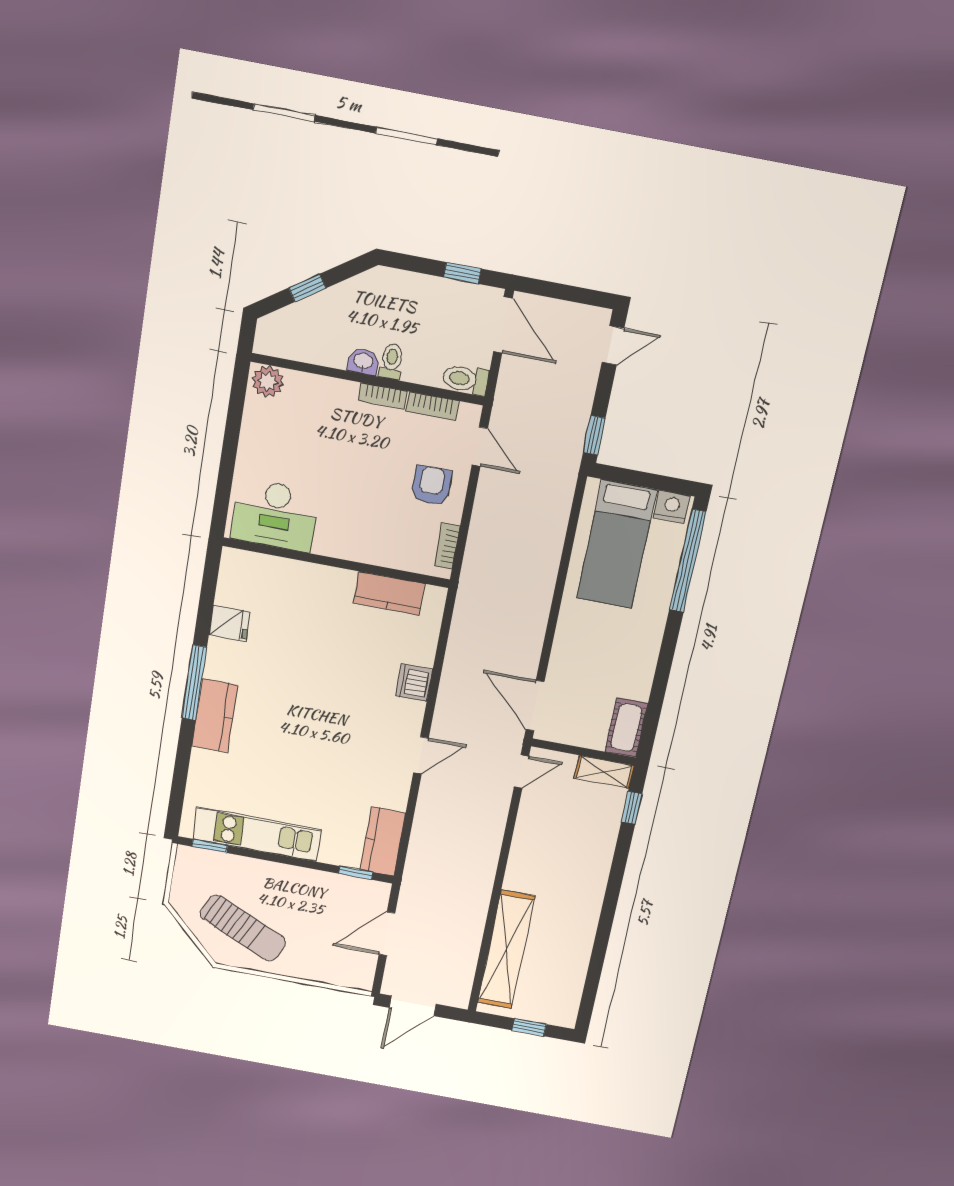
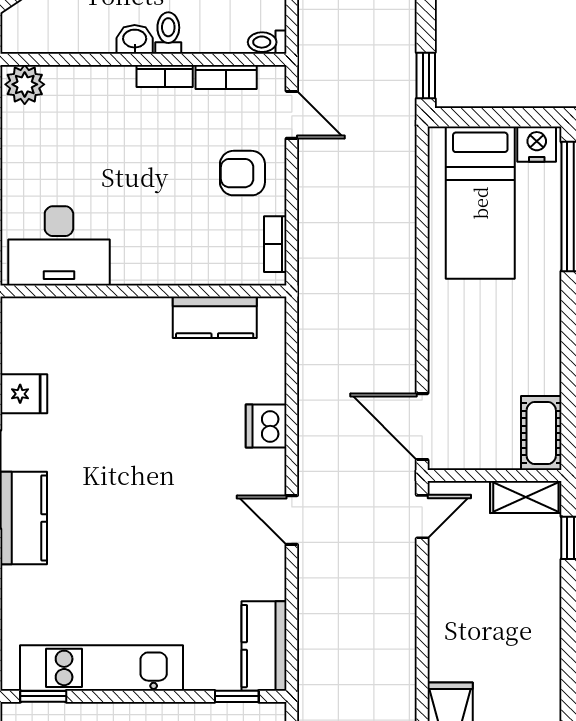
toilet: (465, 379) -> (267, 42), width x0.73, depth x0.72
armchair: (431, 486) -> (242, 173), turned -90
door: (421, 755) -> (292, 520), swing flipped

